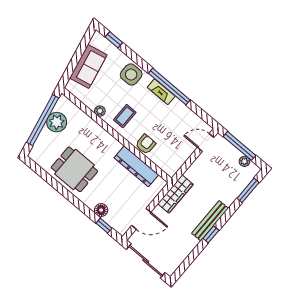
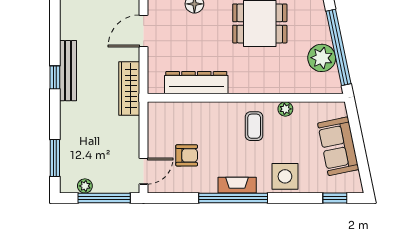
armchair: (146, 144) -> (187, 155), moved, turned -90
bench: (210, 221) -> (68, 71), moved

